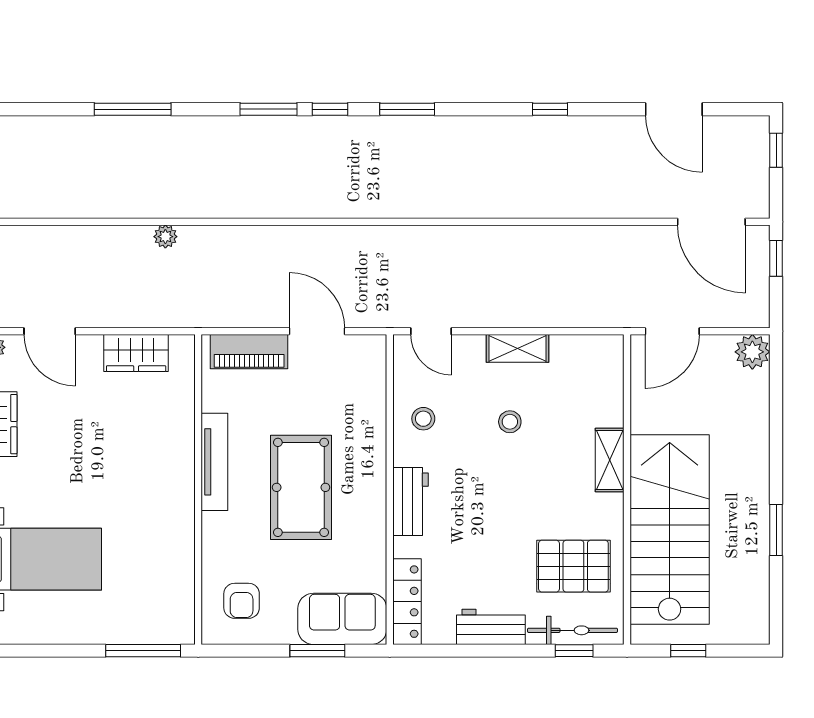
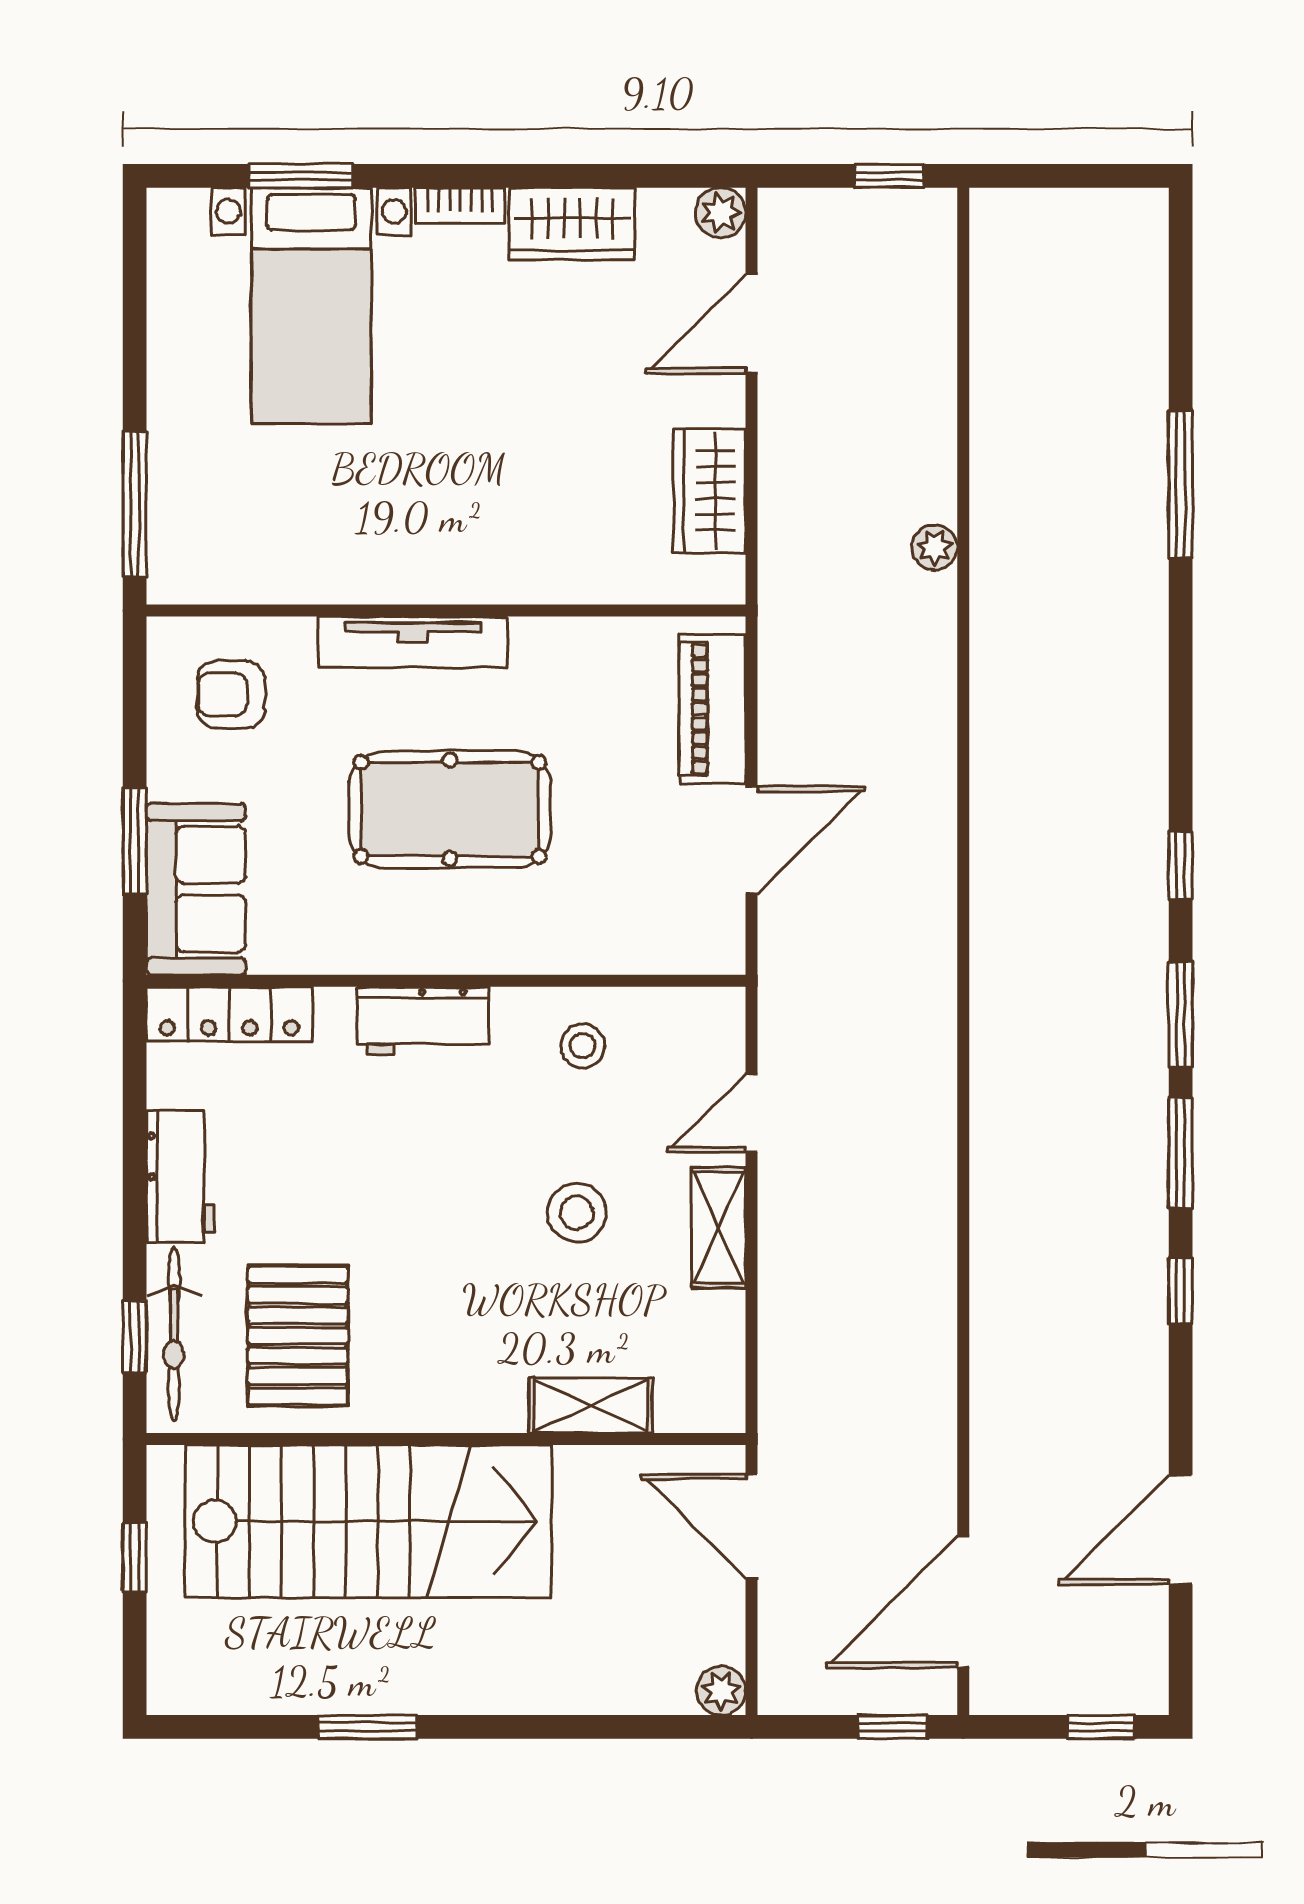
window: (268, 109) -> (1181, 1153), moved
door: (431, 331) -> (752, 1113), moved
plant: (752, 352) -> (721, 1691), width x0.73, depth x0.73
stool: (510, 422) -> (577, 1213), width x1.37, depth x1.37
shelving: (610, 460) -> (591, 1405), moved
tv unit: (214, 462) -> (413, 642), moved

